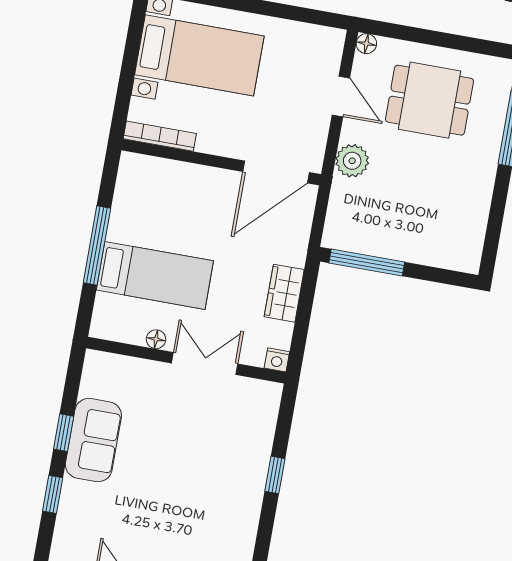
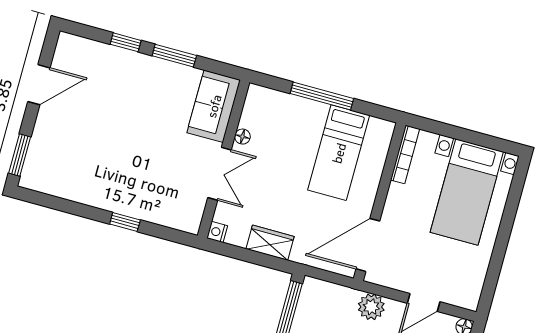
door: (276, 172) -> (368, 245), hinge flipped
bed: (155, 275) -> (339, 153), moved
window: (64, 433) -> (174, 56), width x1.50
sofa: (93, 440) -> (214, 106), moved, turned 90

